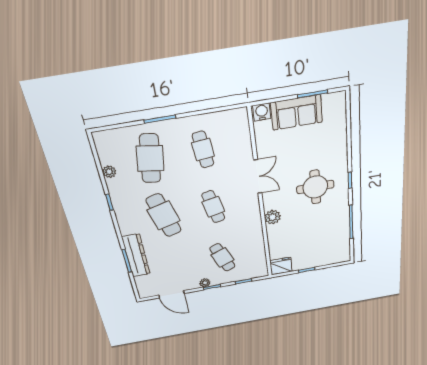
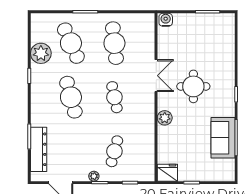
sofa: (297, 112) -> (223, 138), moved, turned 90
cafe table: (203, 150) -> (114, 43), width x1.37, depth x1.35
cafe table: (150, 159) -> (71, 43), turned -33
plant: (109, 172) -> (41, 53), width x1.88, depth x1.88
round table: (315, 187) -> (193, 86), moved
dresser: (136, 255) -> (39, 149), moved
cafe table: (222, 257) -> (114, 151), turned 36

